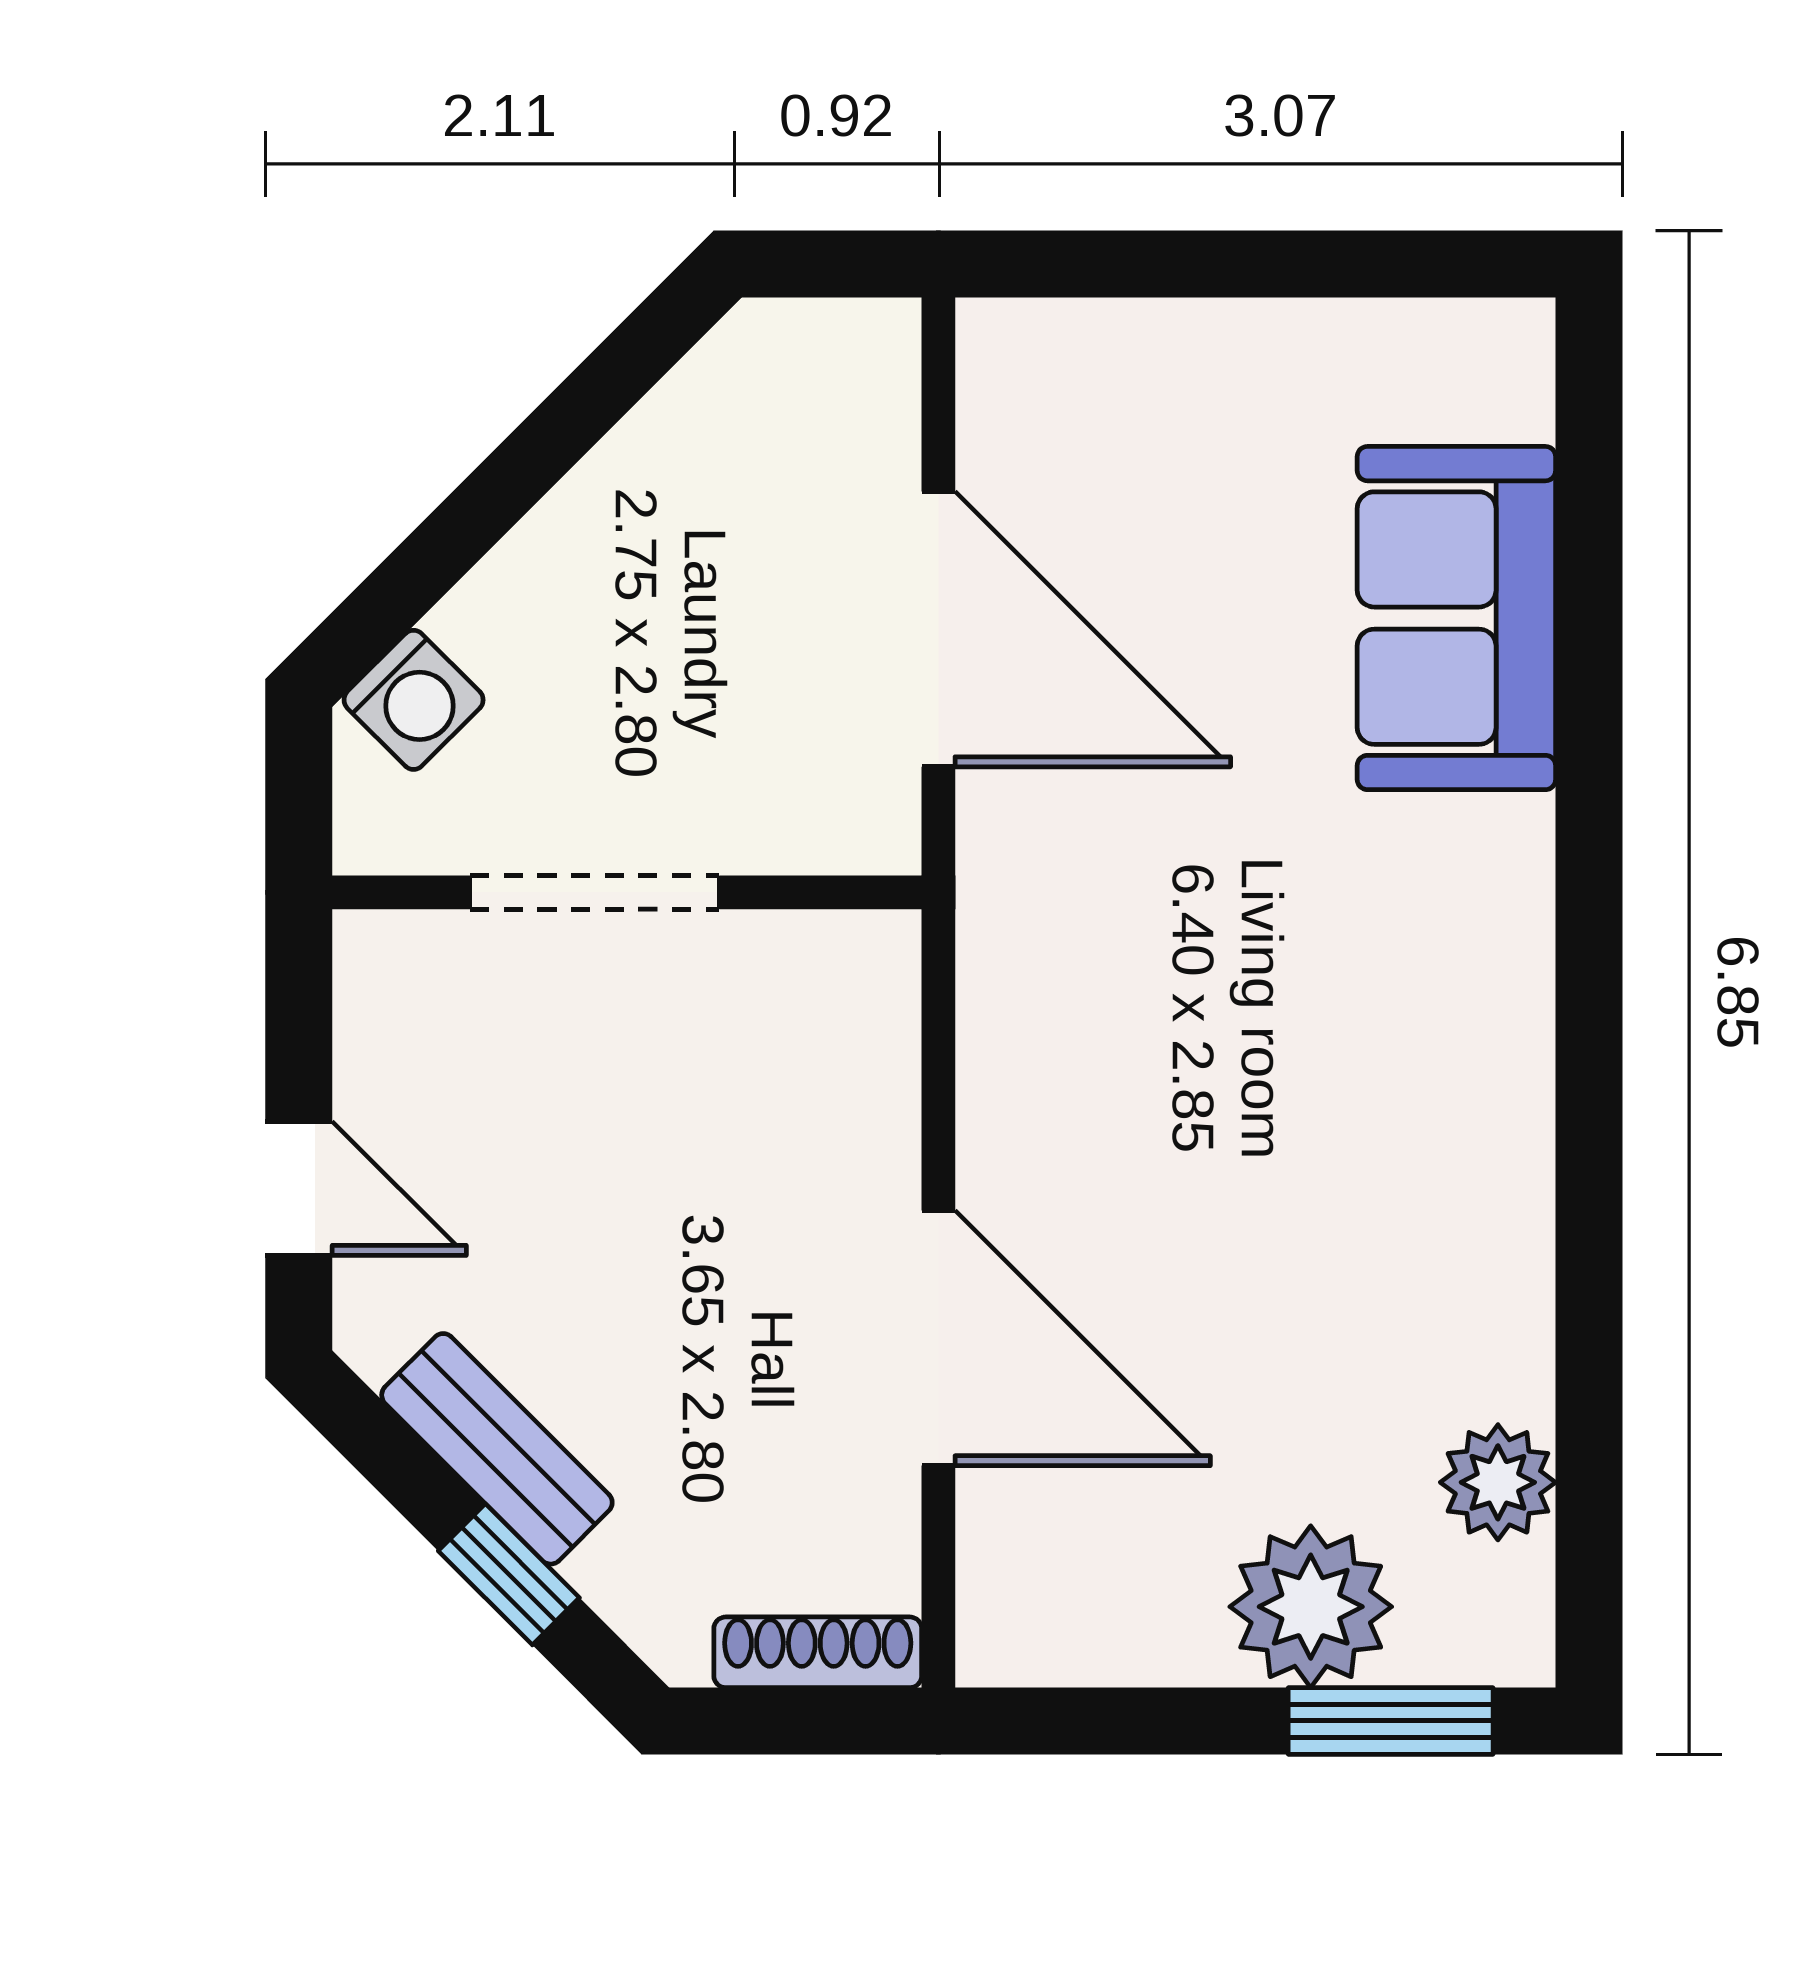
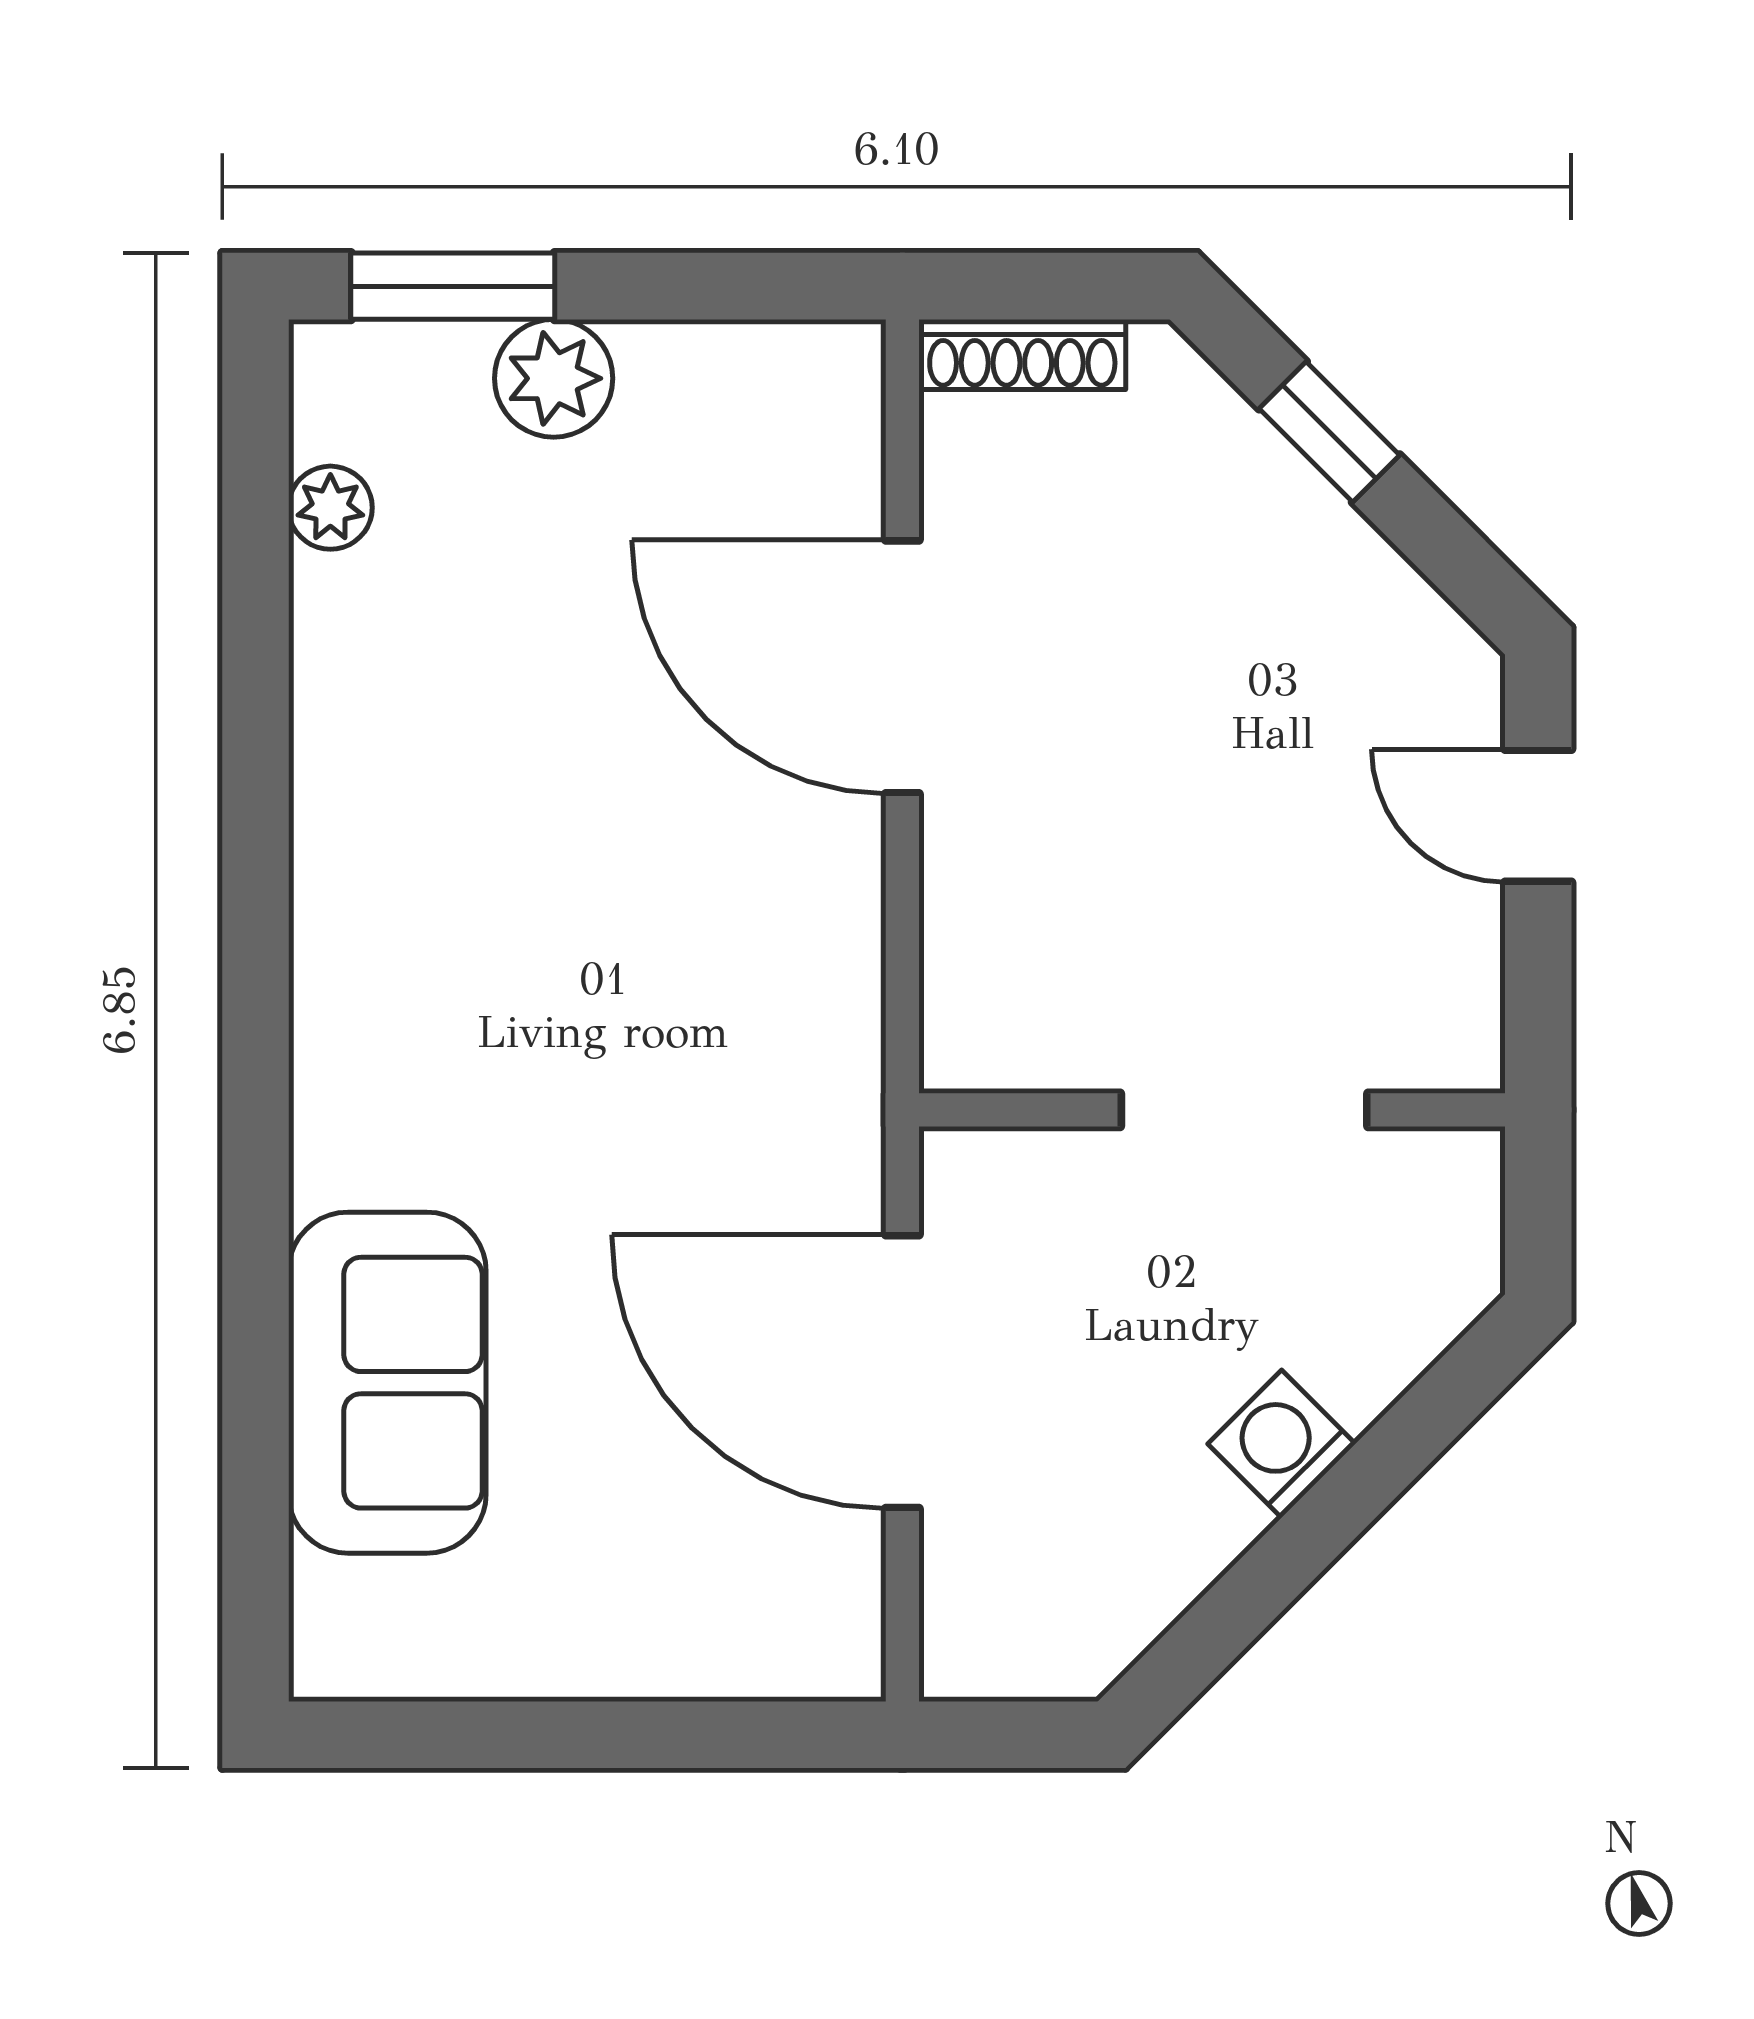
washing machine: (414, 700) -> (1282, 1444), moved
bench: (497, 1449) -> (1341, 557), removed
plant: (1498, 1482) -> (330, 508), width x0.73, depth x0.73
plant: (1311, 1607) -> (554, 378), width x0.73, depth x0.73

